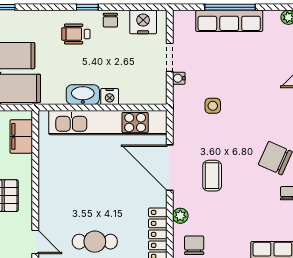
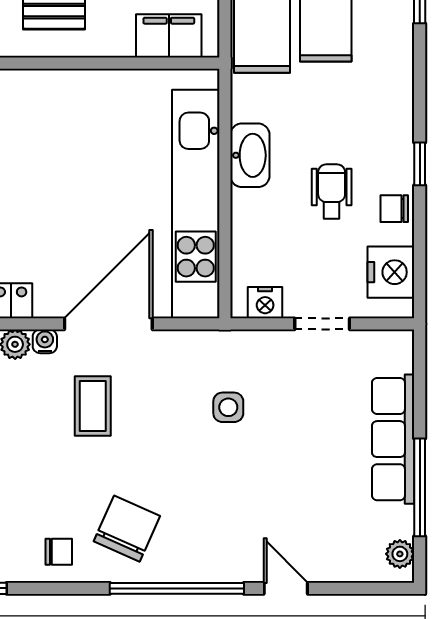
window: (230, 7) -> (420, 487), moved
wheelchair: (76, 34) -> (332, 191), moved
water cooler: (179, 78) -> (45, 341), moved
nightstand: (110, 97) -> (265, 303), moved, turned -90
coffee table: (212, 176) -> (93, 406), turned 90

